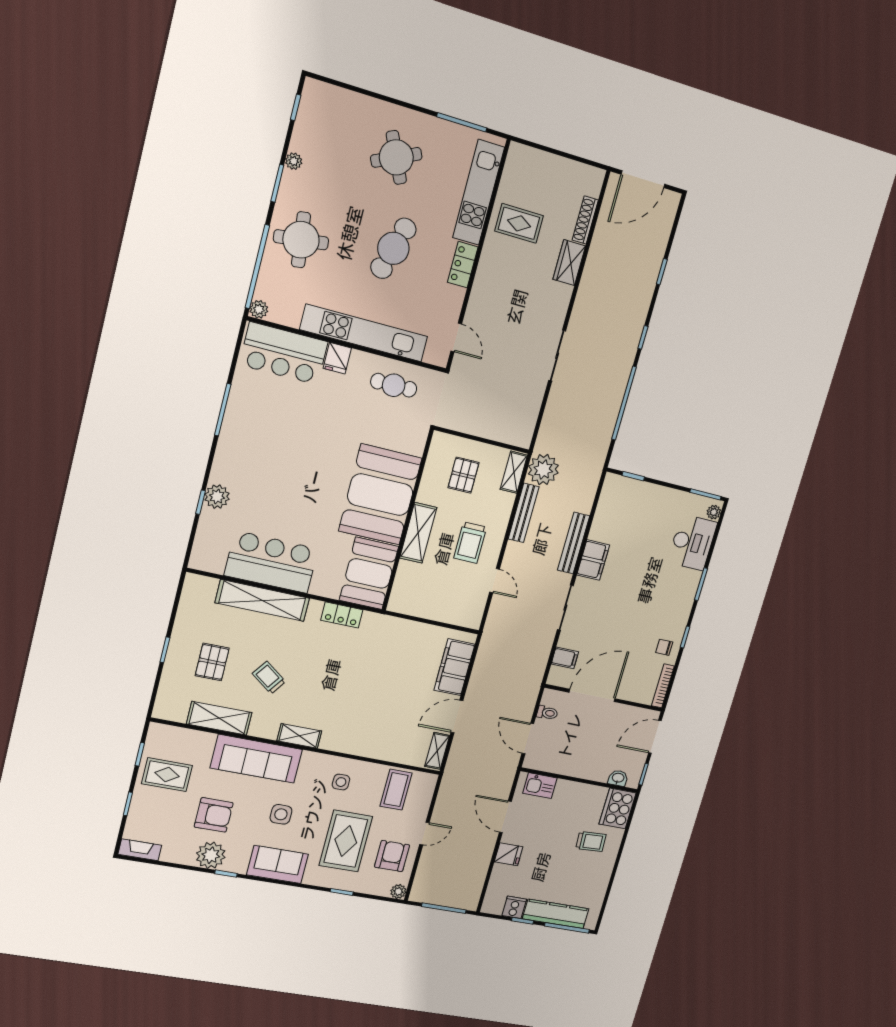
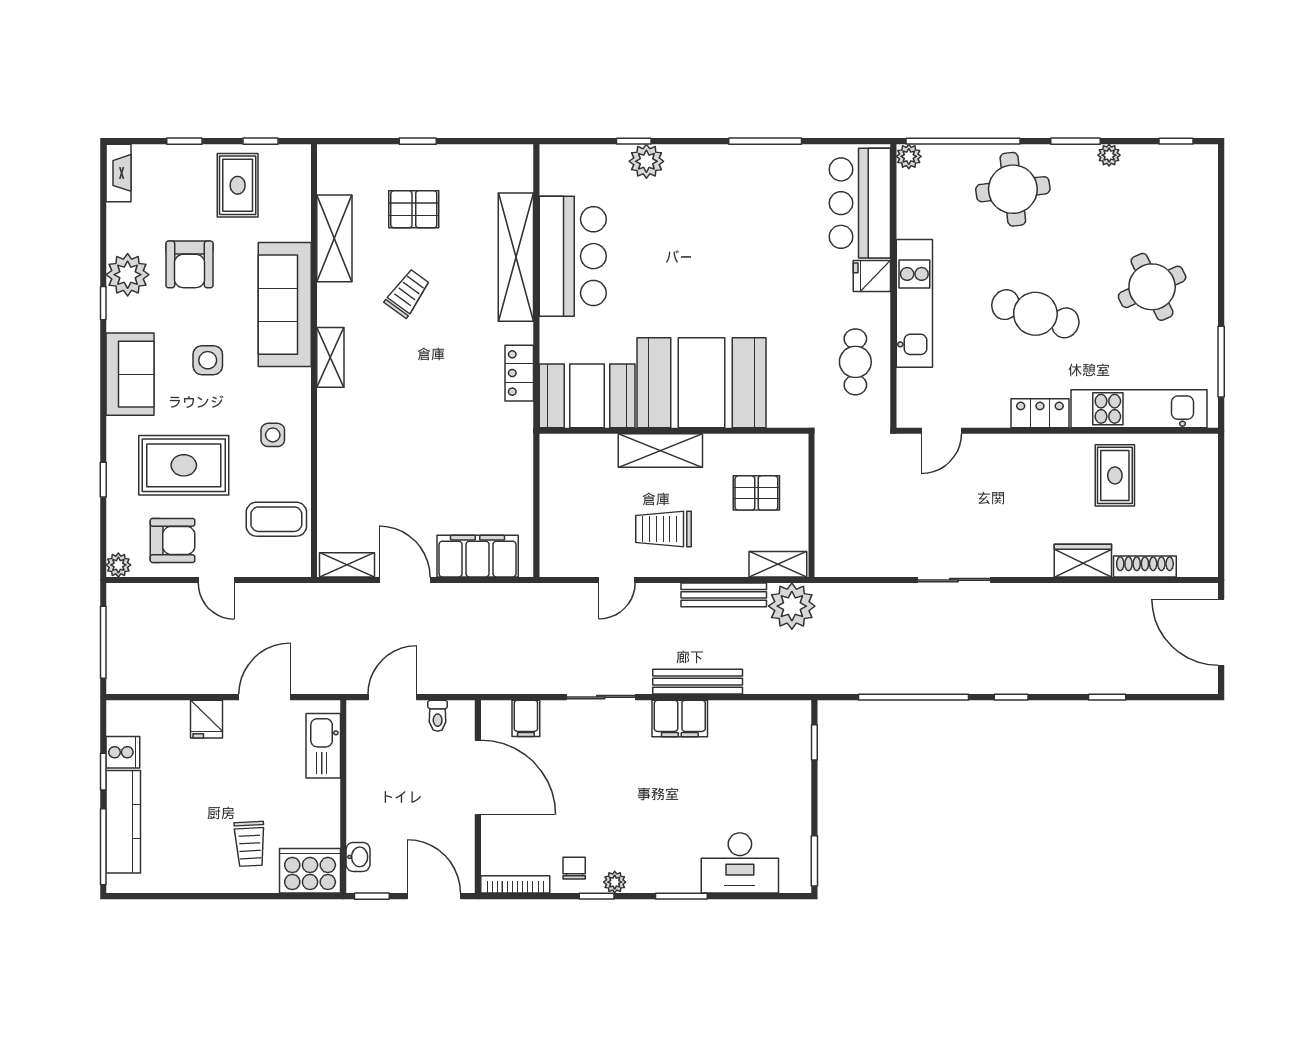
kitchen unit: (364, 333) -> (914, 303), width x0.73
plant: (714, 512) -> (615, 882), moved
kitchen sink: (540, 786) -> (323, 746), width x1.38

